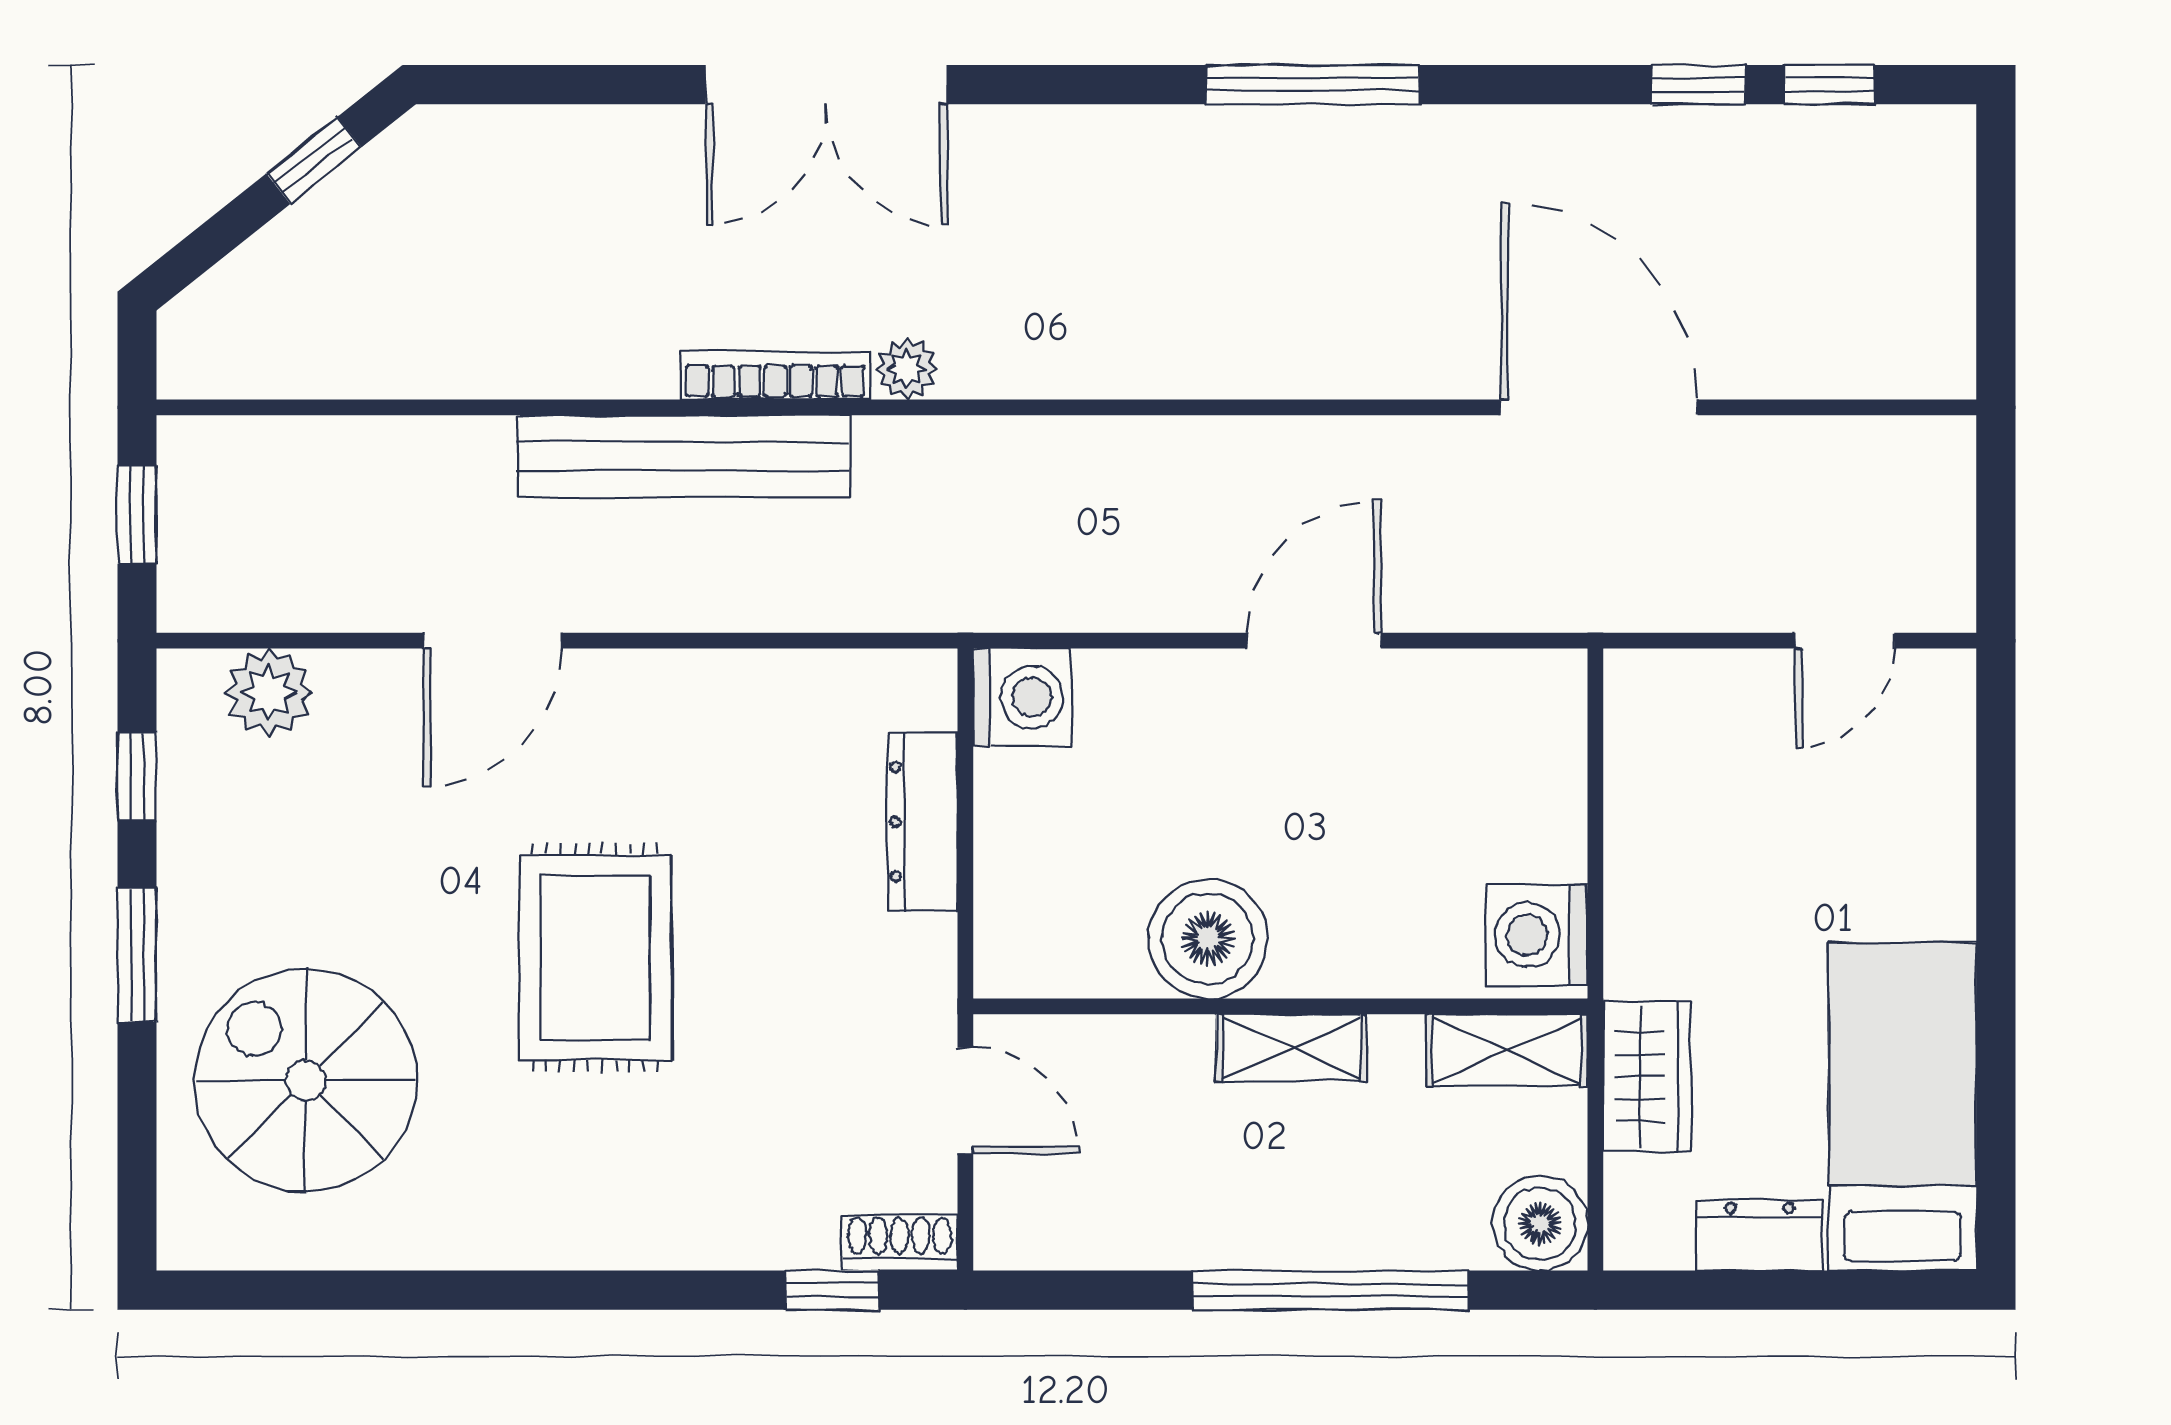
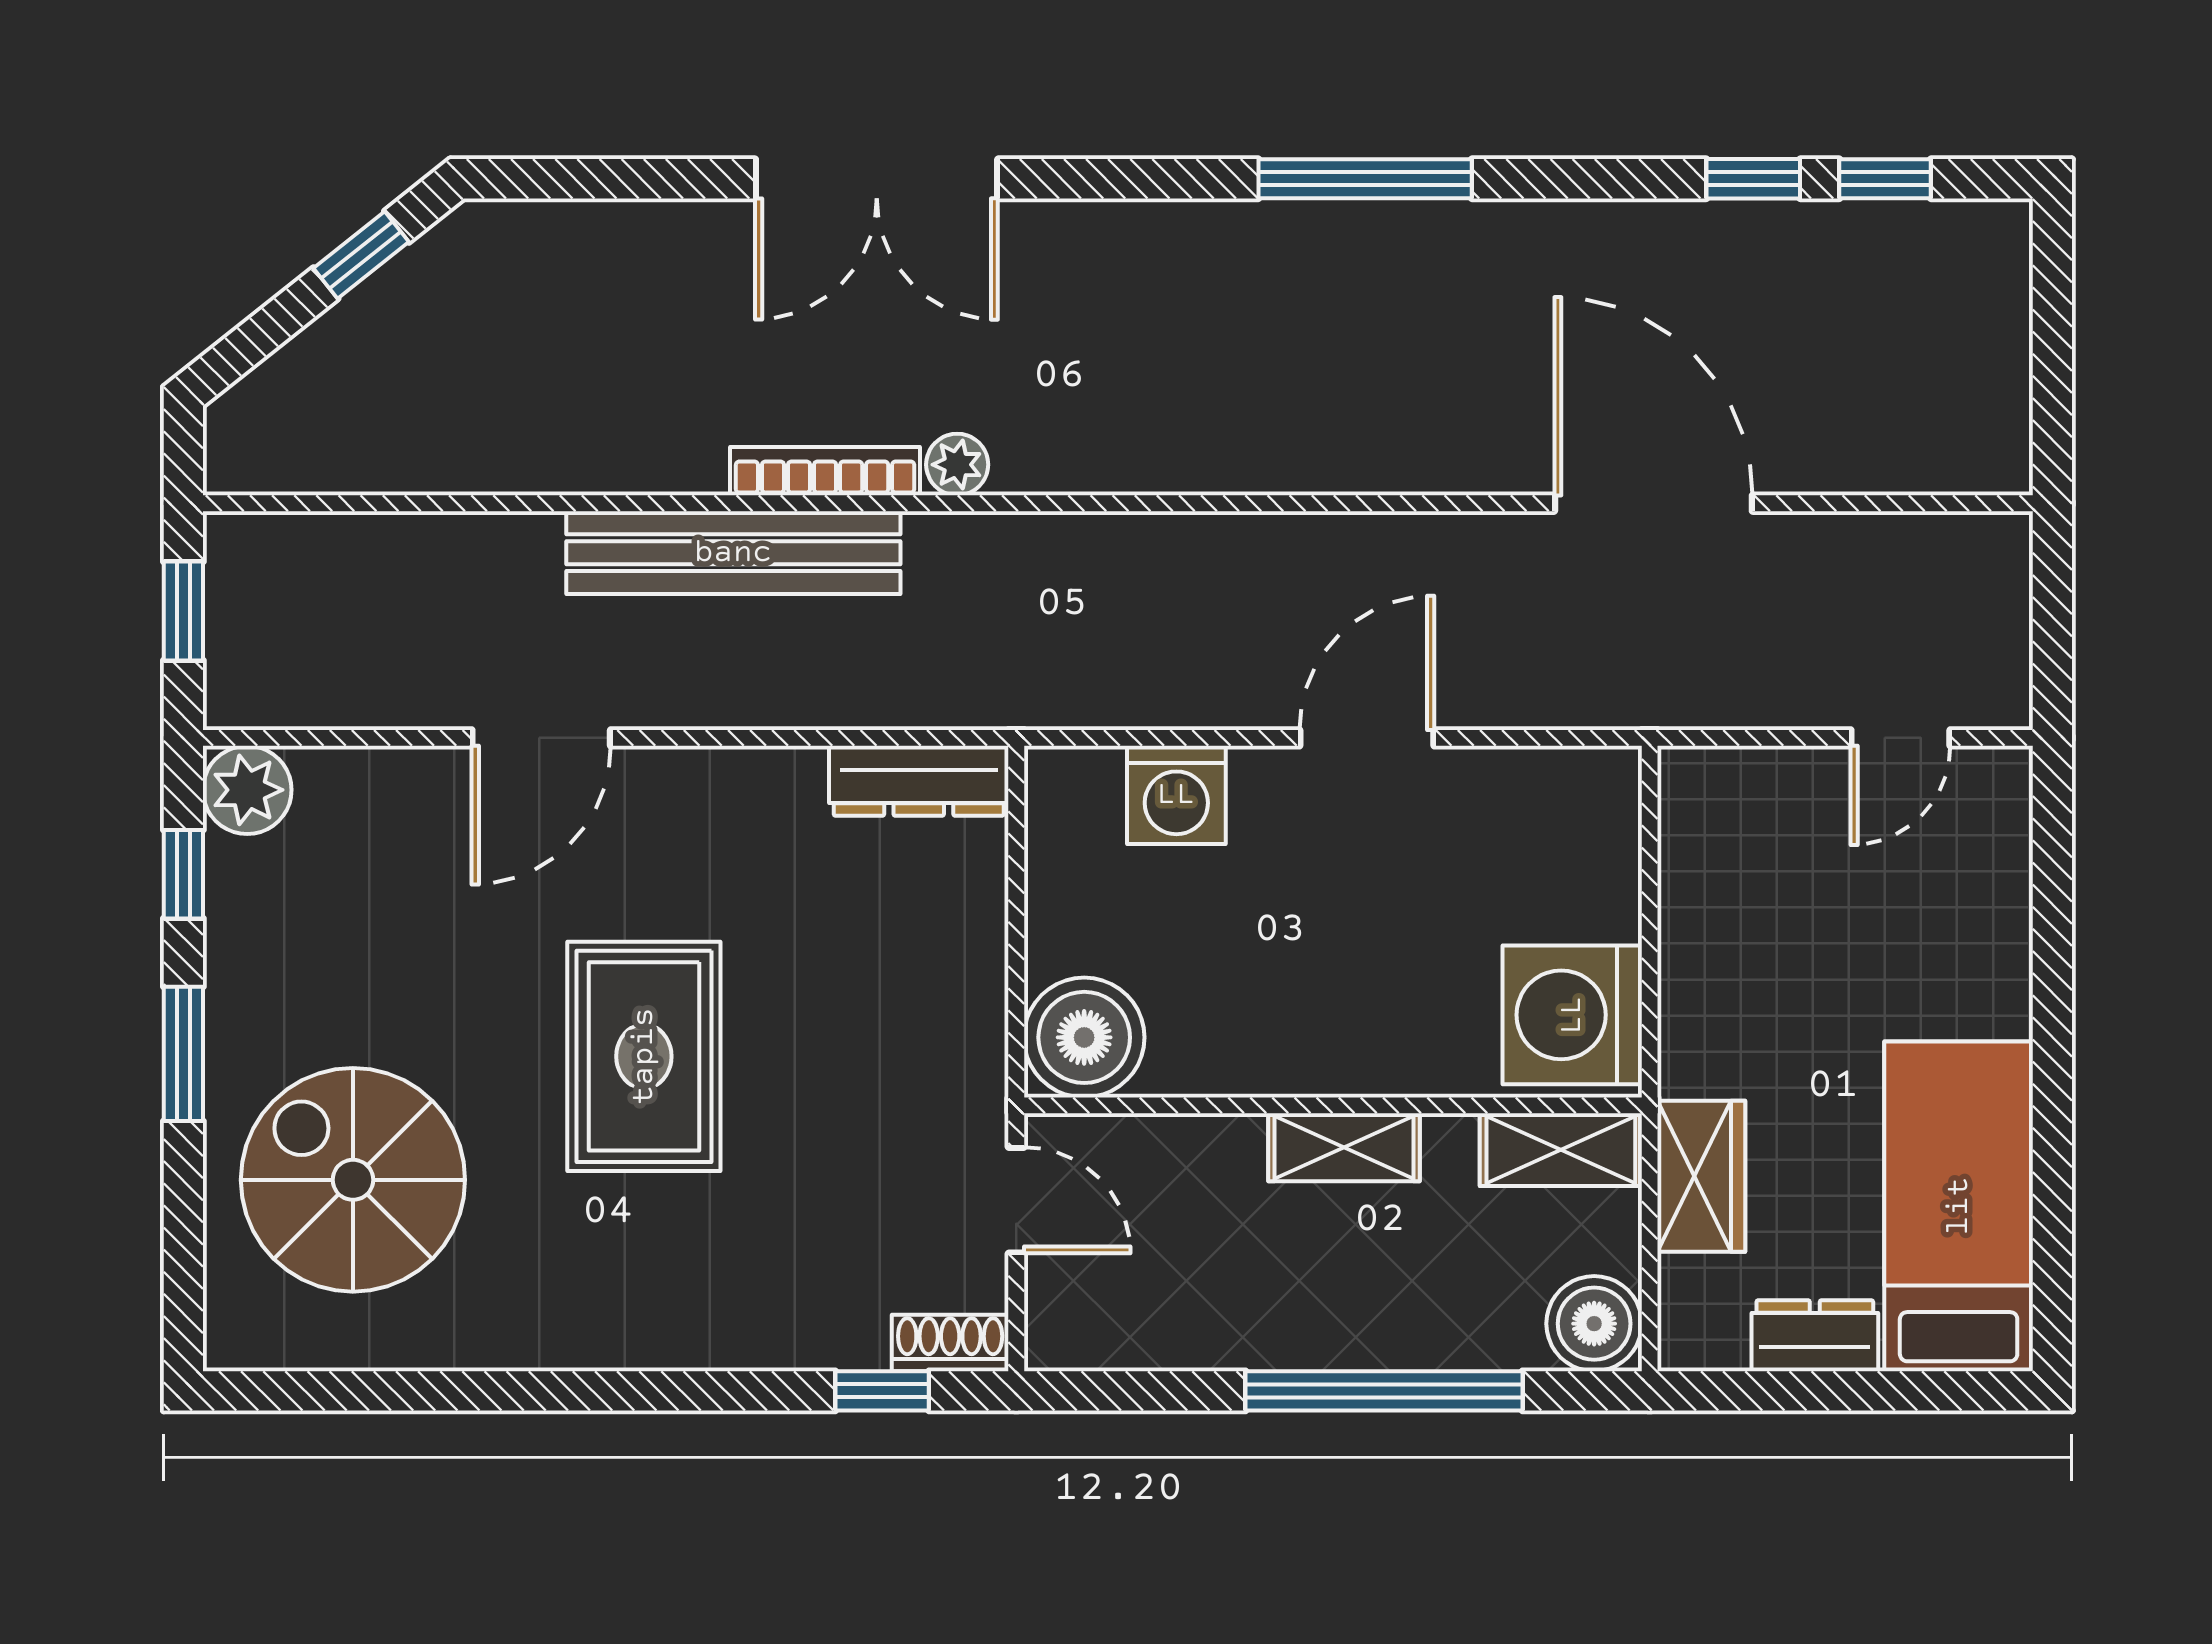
plant: (269, 693) -> (247, 790), moved
washing machine: (1022, 697) -> (1176, 795), moved, turned 90
dresser: (923, 822) -> (919, 781), moved, turned -90
washing machine: (1537, 935) -> (1572, 1015), width x1.37, depth x1.37
boiler: (1208, 939) -> (1084, 1037), moved

